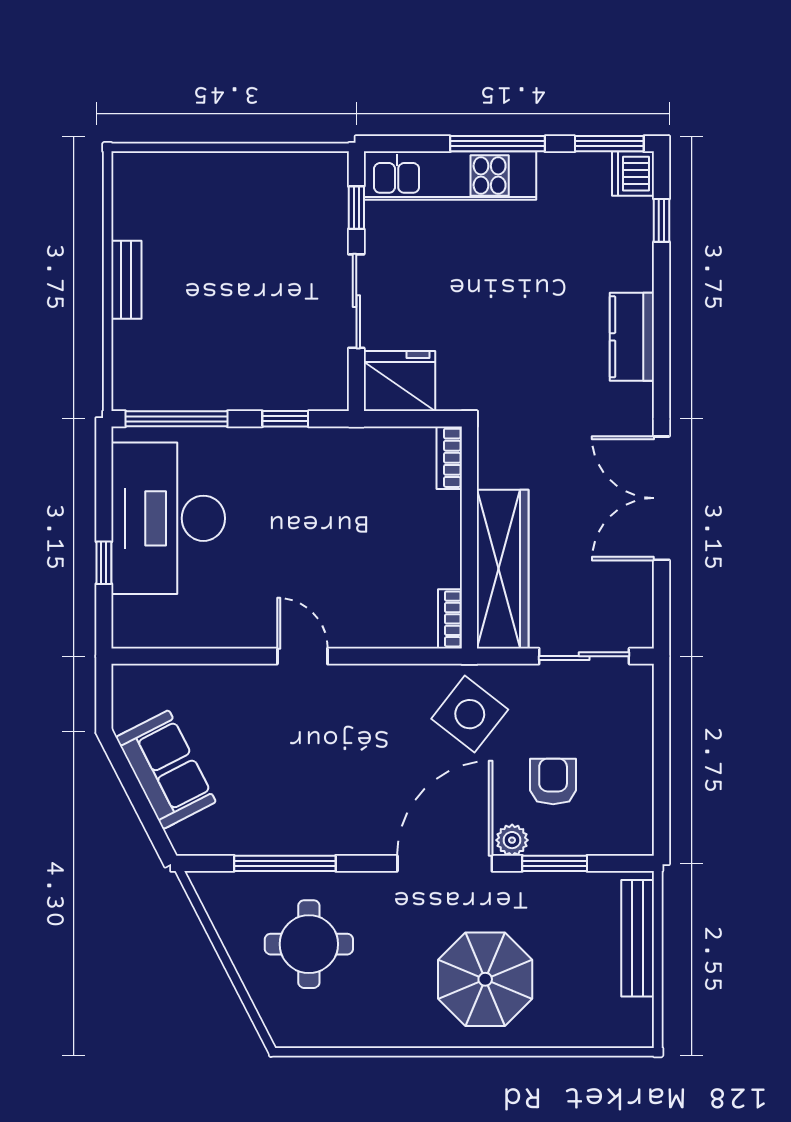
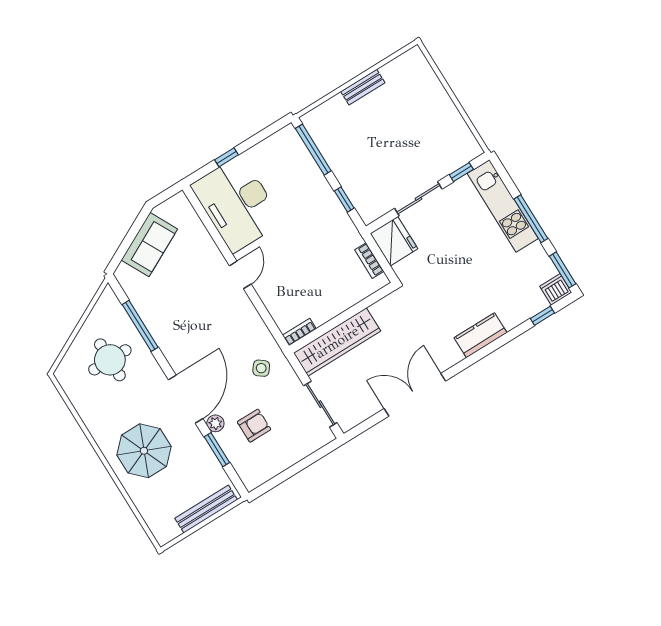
bookcase: (449, 458) -> (369, 261), moved, turned -90
desk: (168, 518) -> (237, 204), moved, turned -90
side table: (470, 714) -> (261, 368), width x0.54, depth x0.54
door: (445, 863) -> (186, 399), hinge flipped

